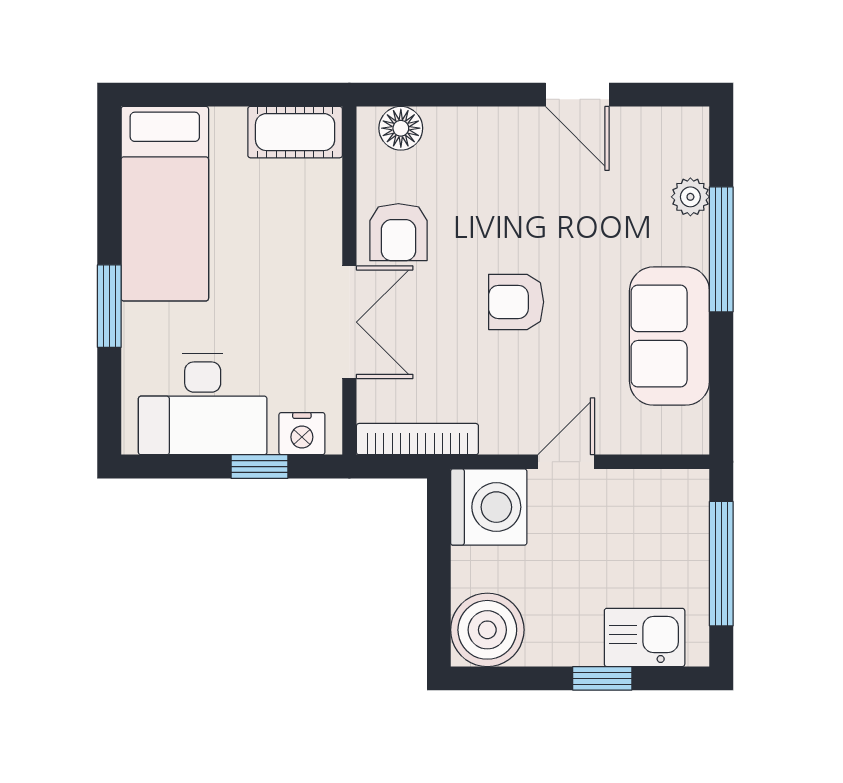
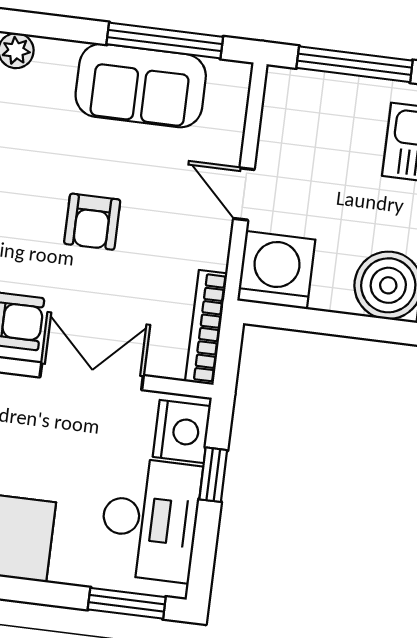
window: (721, 249) -> (165, 41), moved
window: (109, 306) -> (127, 603), moved
nightstand: (302, 434) -> (182, 431), width x1.36, depth x1.33

